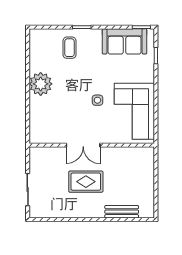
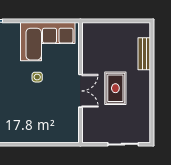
plant: (41, 84) -> (22, 132), removed

